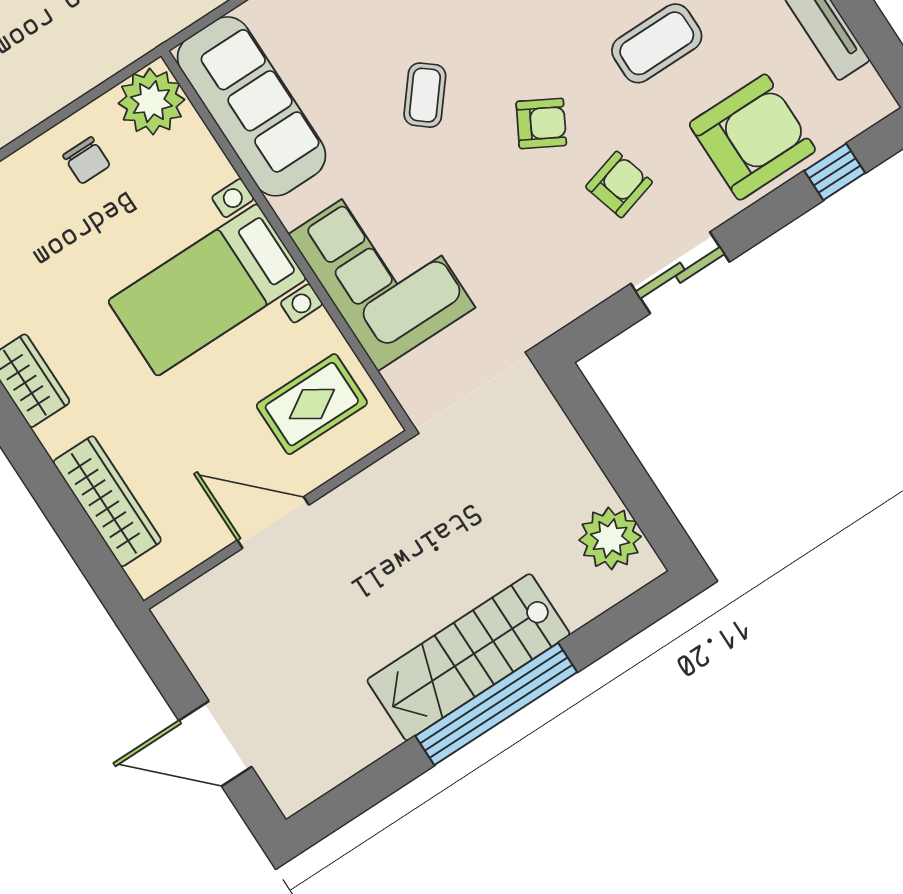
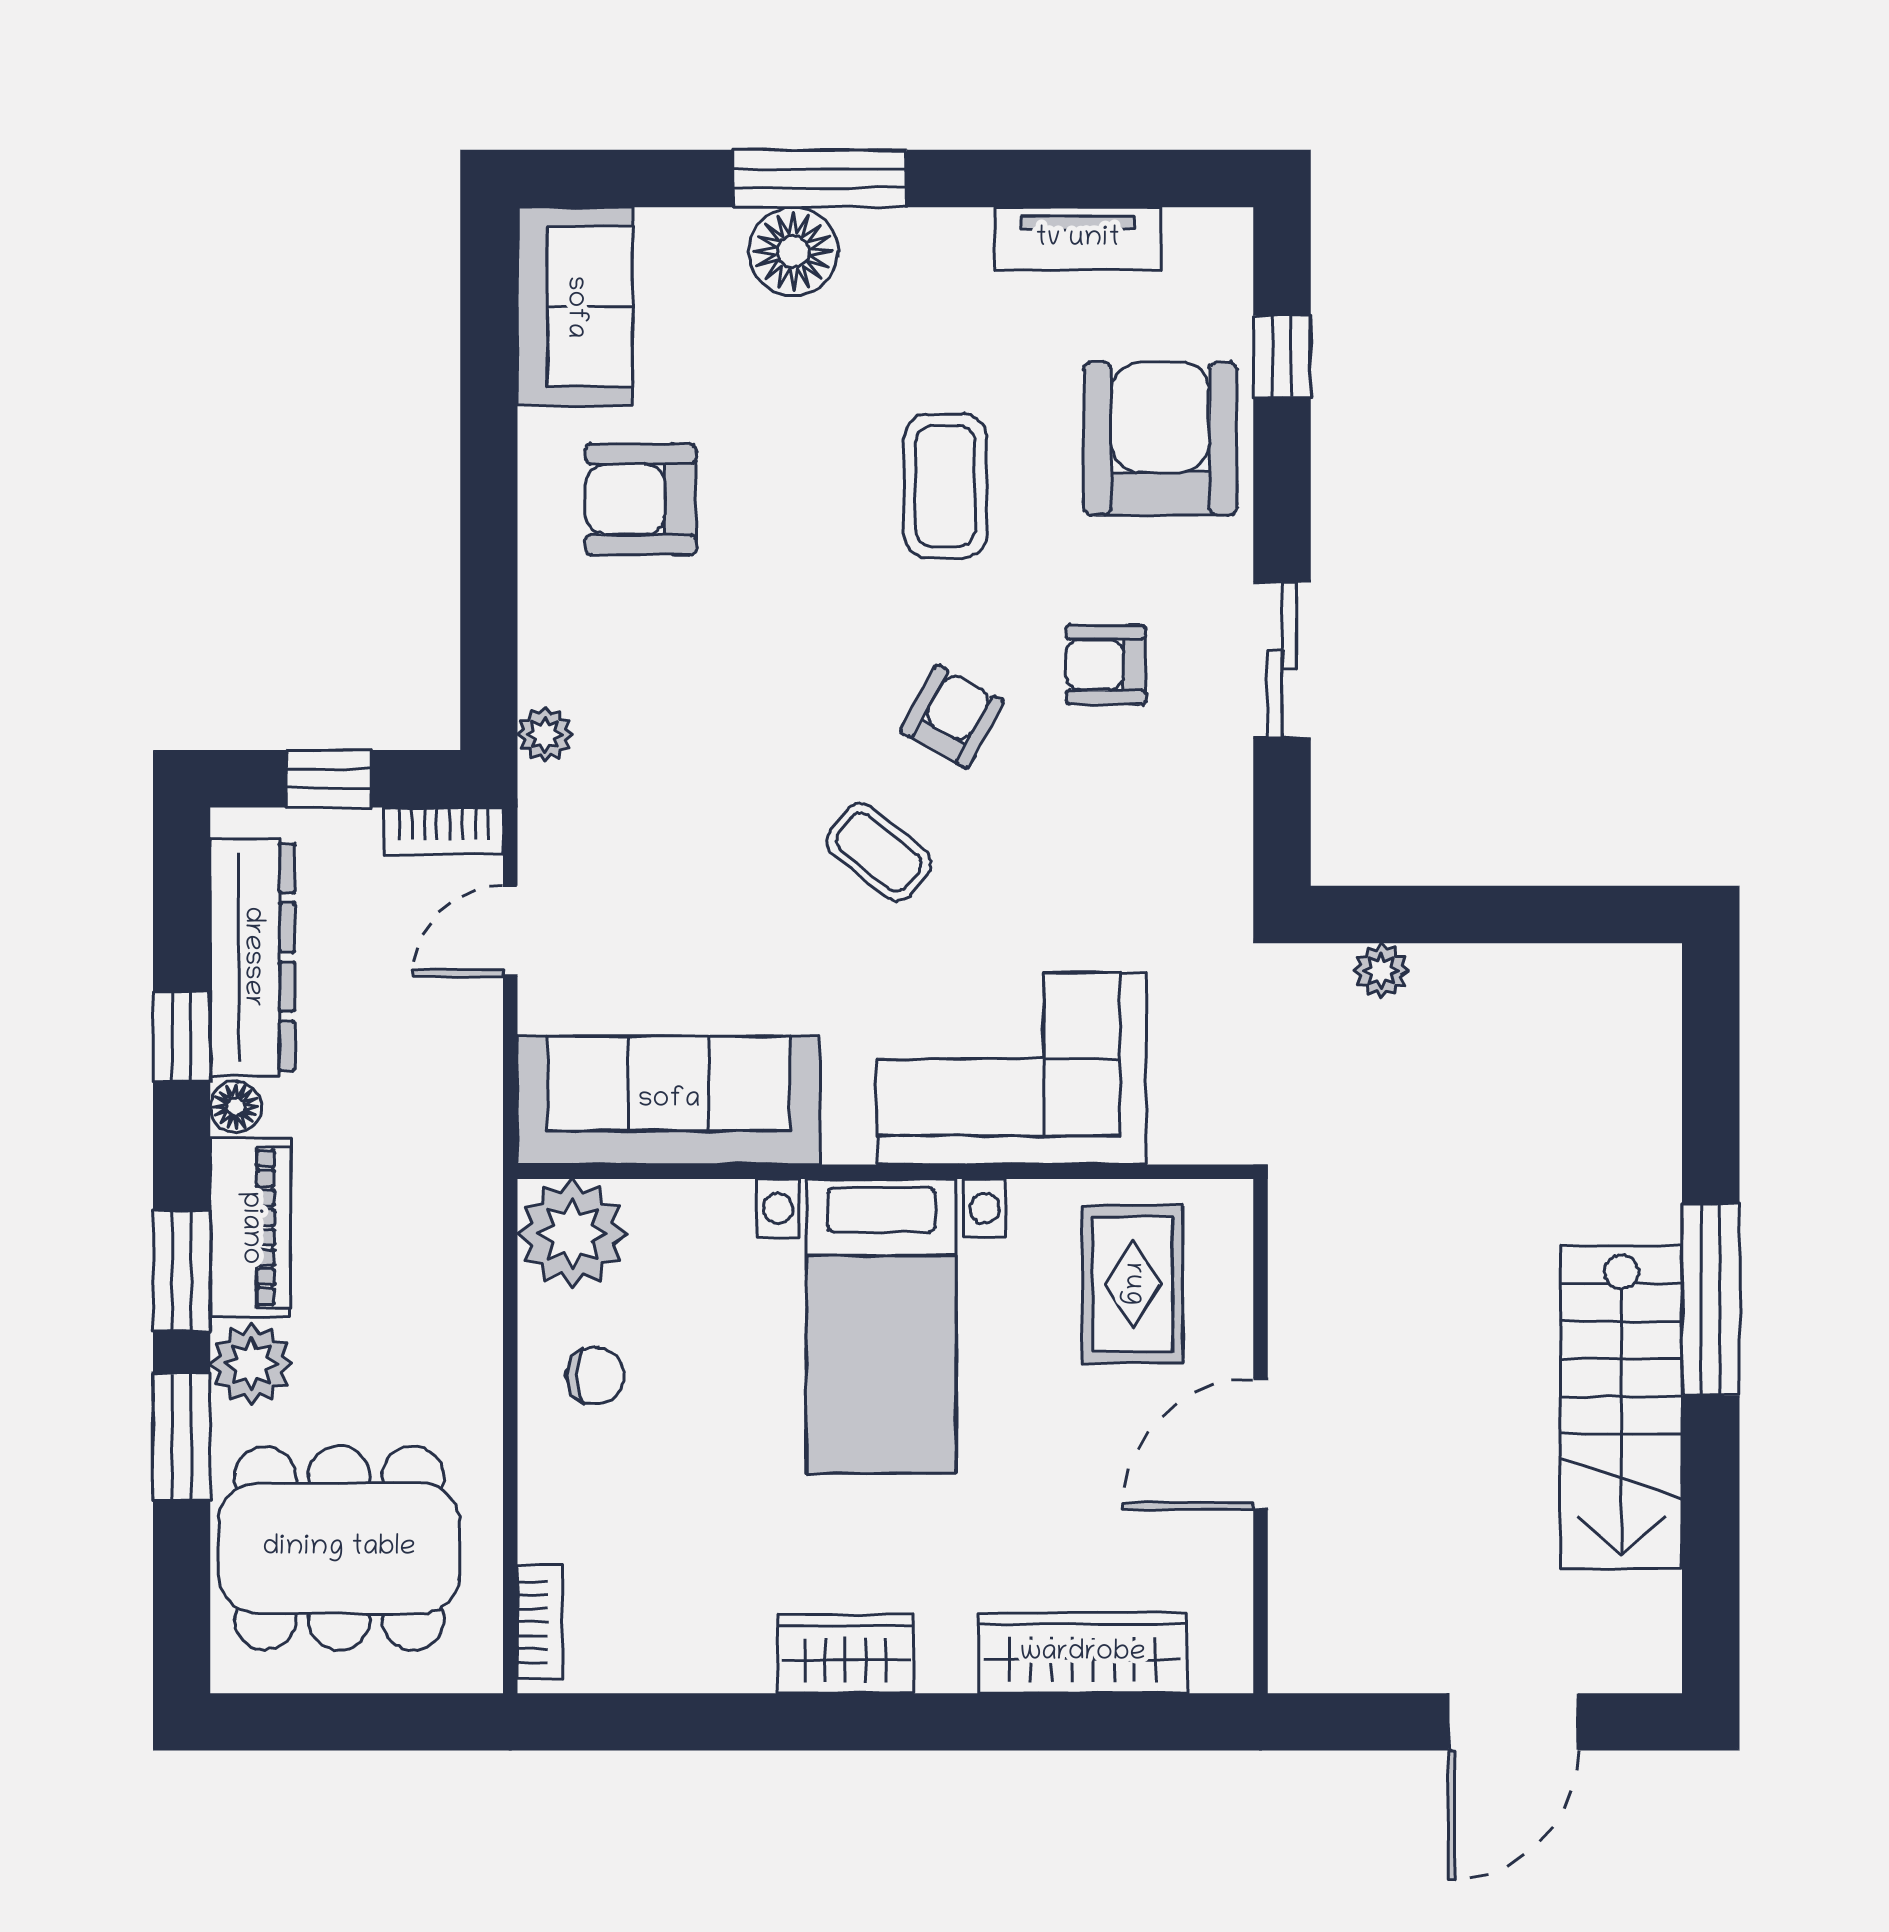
coffee table: (425, 95) -> (879, 852), moved
armchair: (619, 185) -> (1106, 665), turned -74
plant: (610, 538) -> (1381, 970), moved, width x0.53, depth x0.53
stairs: (468, 657) -> (1621, 1407), moved
window: (496, 704) -> (1711, 1299), width x0.68

